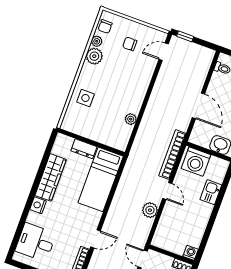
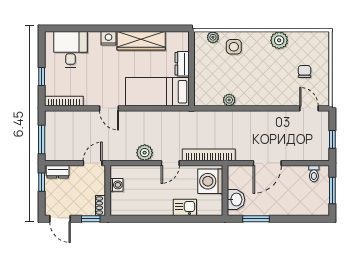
chair: (105, 27) -> (313, 40), removed
window: (185, 36) -> (332, 139), moved
plant: (97, 41) -> (213, 37), moved
door: (95, 239) -> (109, 108), moved
washing machine: (191, 253) -> (117, 185), moved

